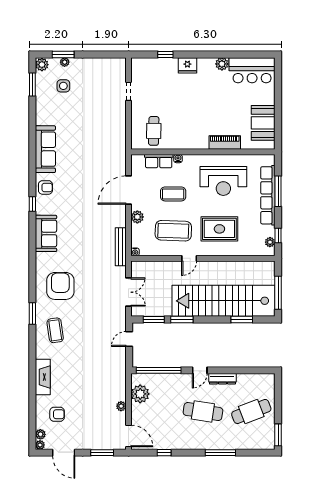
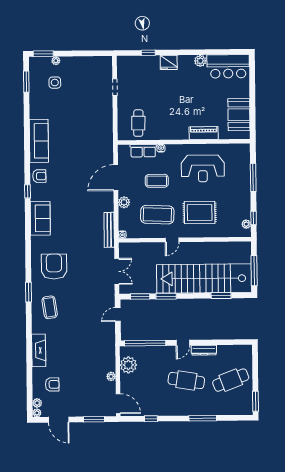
window: (63, 54) -> (43, 54), moved
plant: (42, 65) -> (35, 63), removed
row of seats: (268, 195) -> (244, 181), removed

